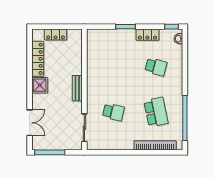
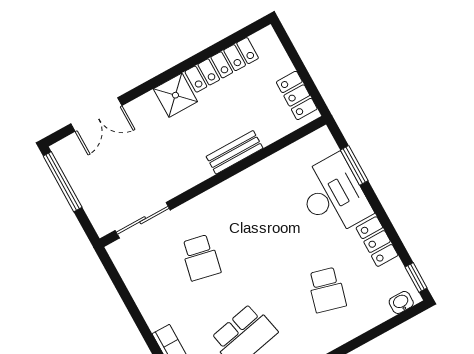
window: (126, 27) -> (354, 165), moved
locker: (56, 35) -> (297, 95), moved
desk: (118, 42) -> (333, 195), added
bench: (77, 88) -> (235, 152), moved

